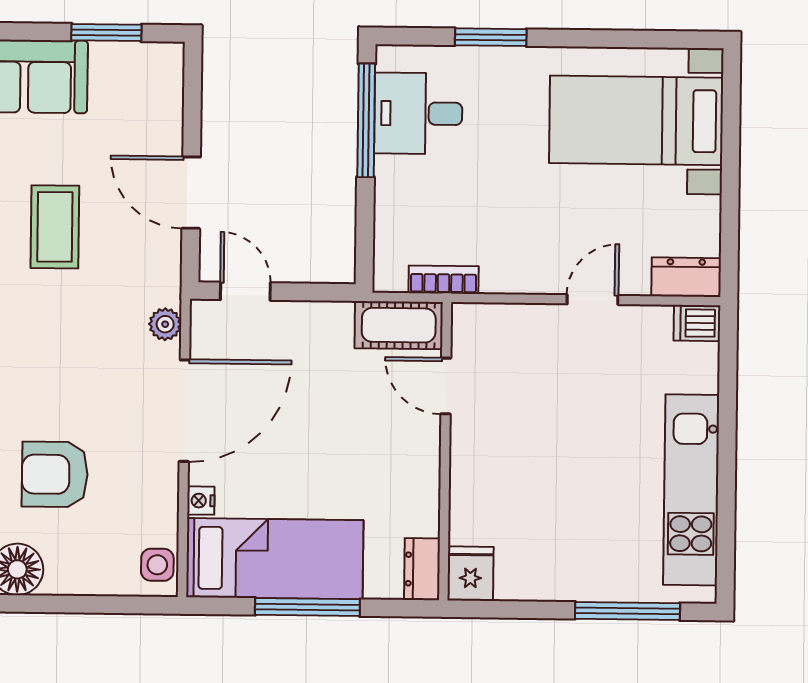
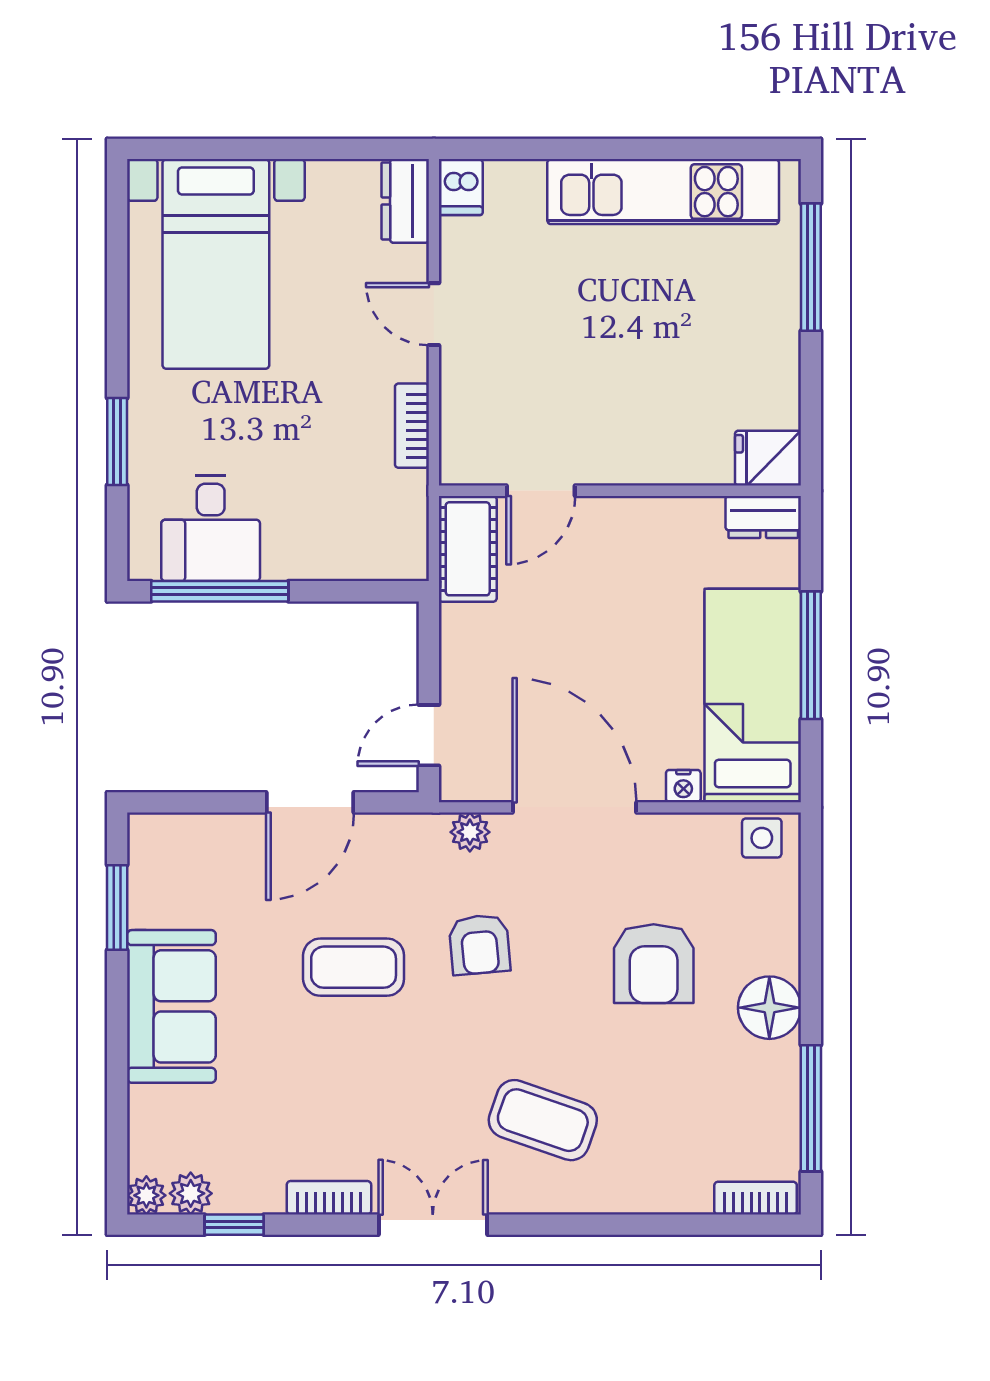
bookcase: (444, 280) -> (412, 426), moved
armchair: (72, 331) -> (480, 945), added

